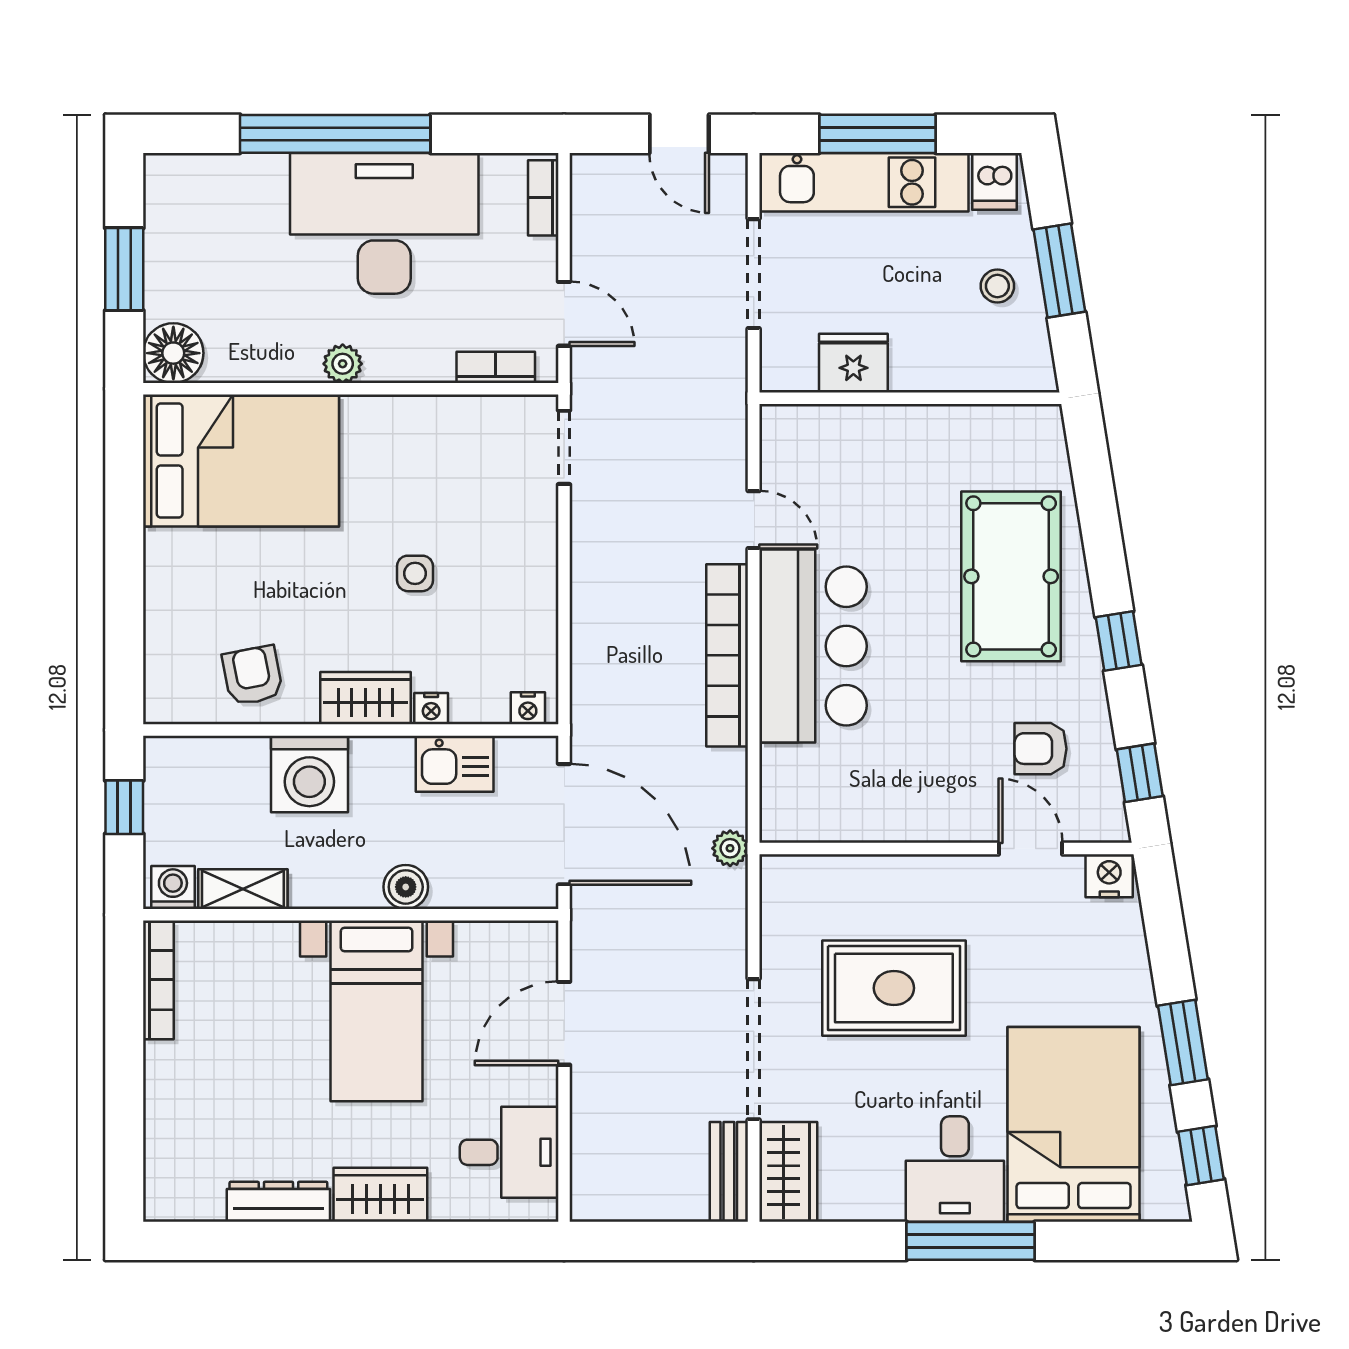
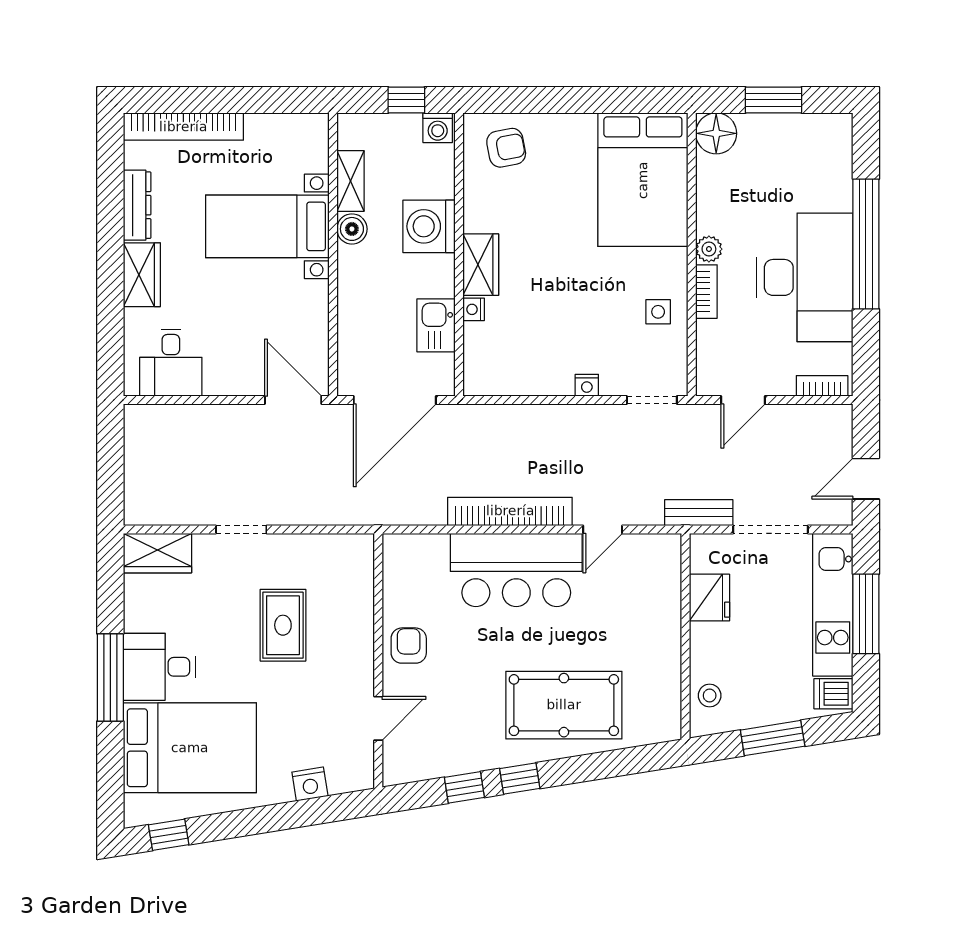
stool: (997, 286) -> (710, 696), moved
bookcase: (496, 367) -> (706, 292), moved
side table: (415, 573) -> (658, 312), moved
armchair: (253, 675) -> (506, 148), moved
nightstand: (528, 708) -> (587, 385), moved, turned -90
armchair: (1041, 749) -> (409, 646), moved
window: (1140, 773) -> (464, 787), moved
plant: (730, 848) -> (378, 513), removed
nightstand: (1109, 876) -> (310, 784), moved, turned 81
washing machine: (173, 887) -> (438, 128), moved, turned 90
boiler: (406, 887) -> (352, 229), moved
bookcase: (158, 980) -> (183, 127), moved, width x1.48, depth x1.31
rug: (894, 988) -> (283, 625), width x0.73, depth x0.70
bed with nightstands: (377, 1011) -> (267, 226), moved
door: (564, 1023) -> (293, 400), moved
window: (1183, 1043) -> (246, 822), removed
doorway: (754, 1049) -> (241, 529), width x0.53
bench: (729, 1172) -> (699, 513), moved

